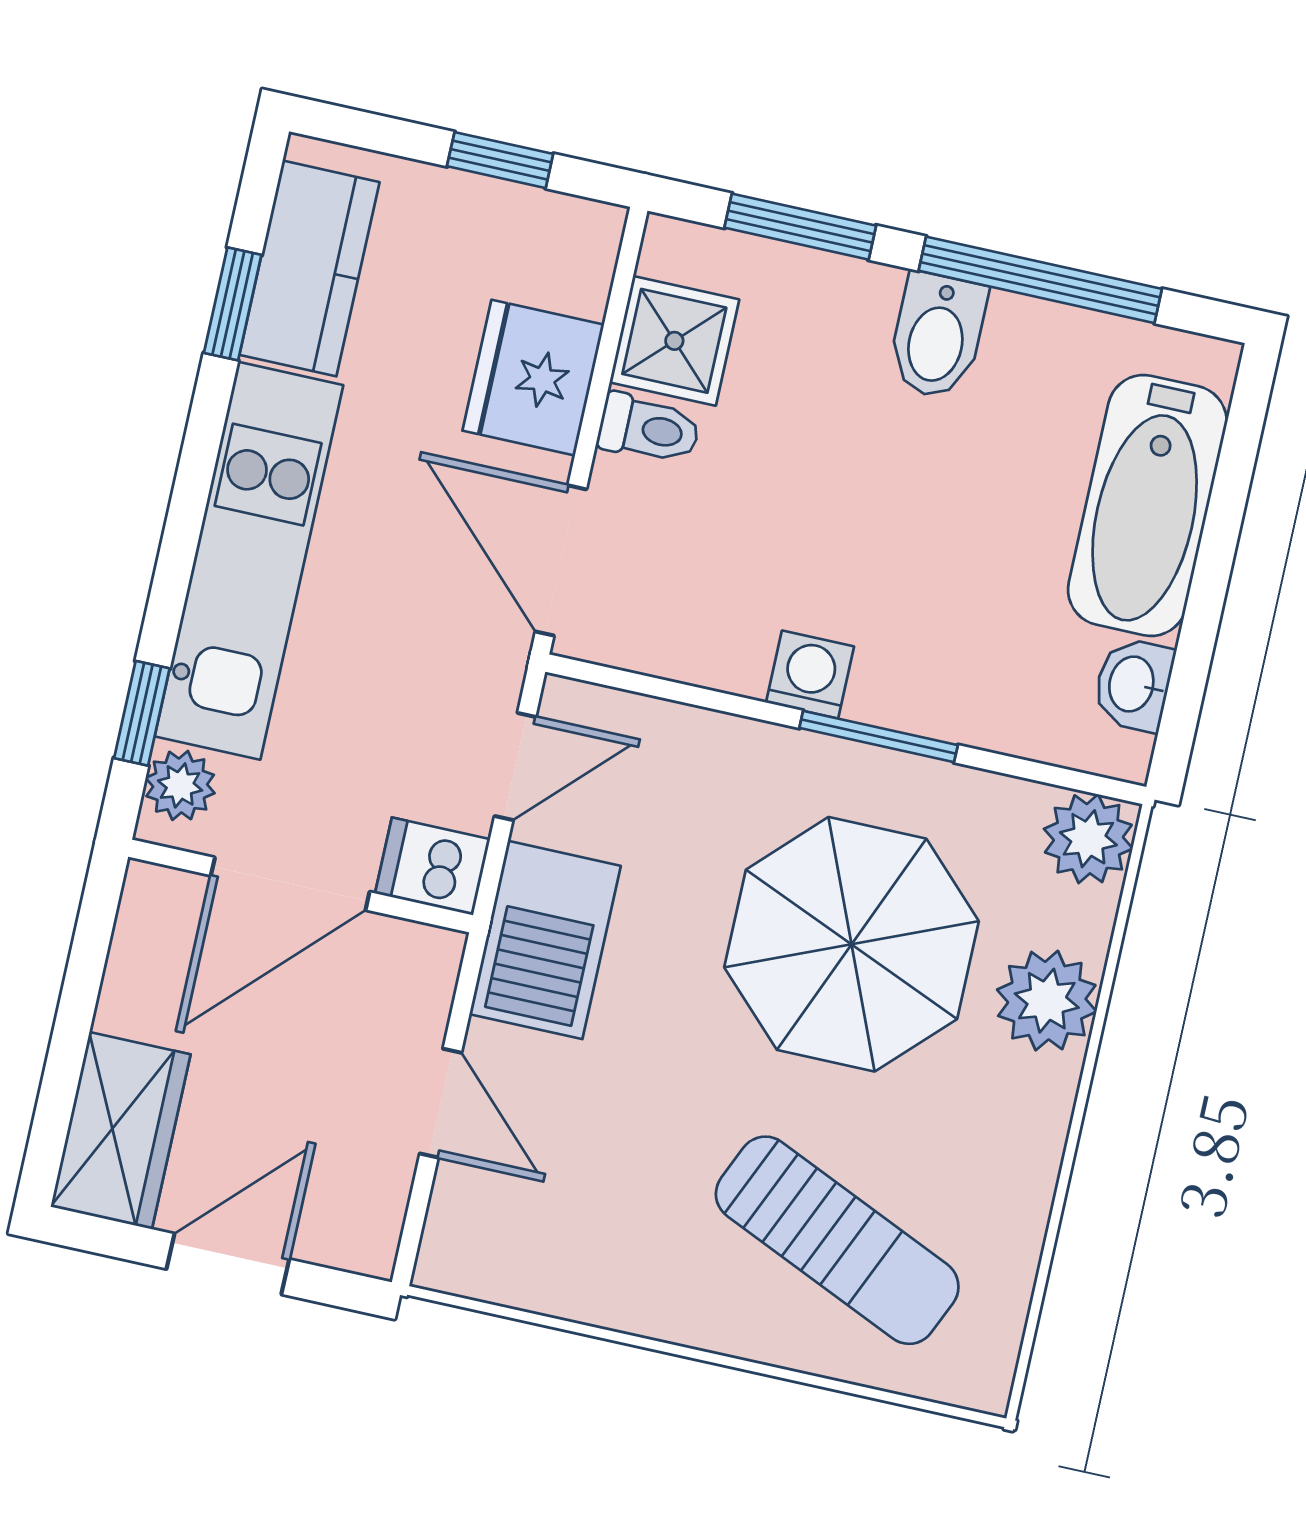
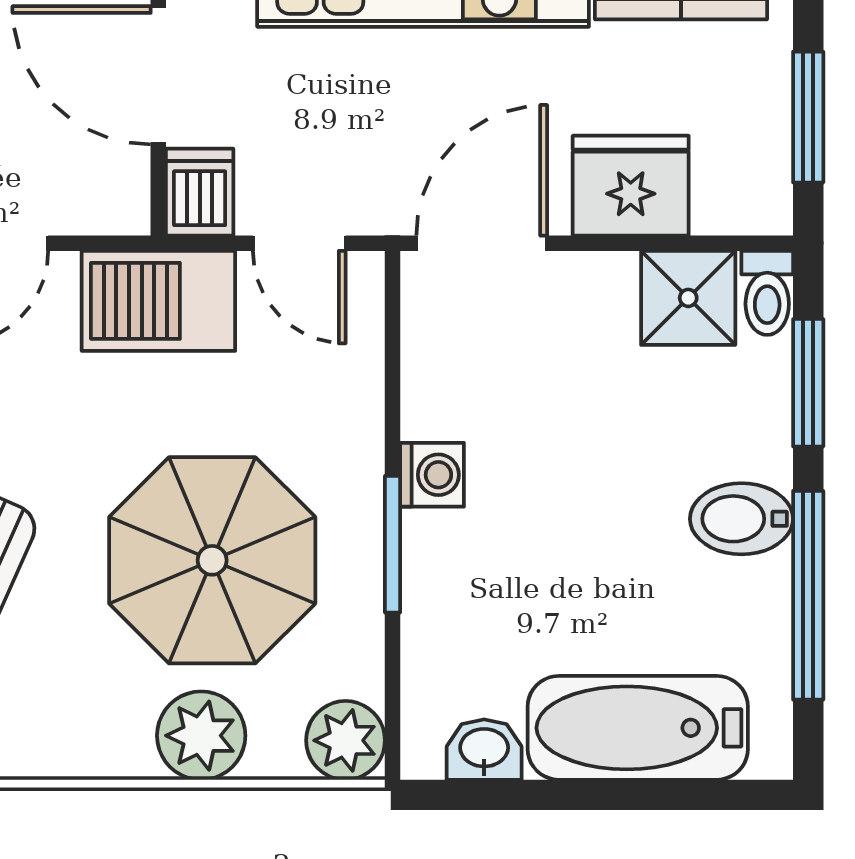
window: (500, 160) -> (808, 117), width x1.50
toilet: (649, 429) -> (767, 293), moved

